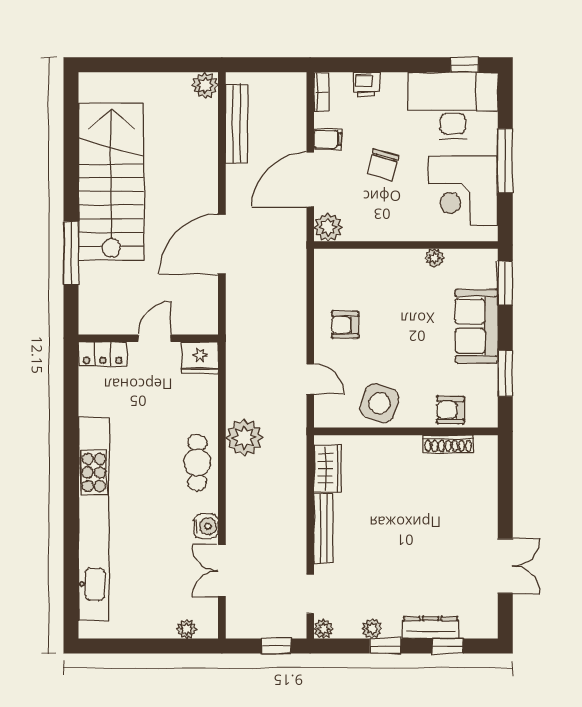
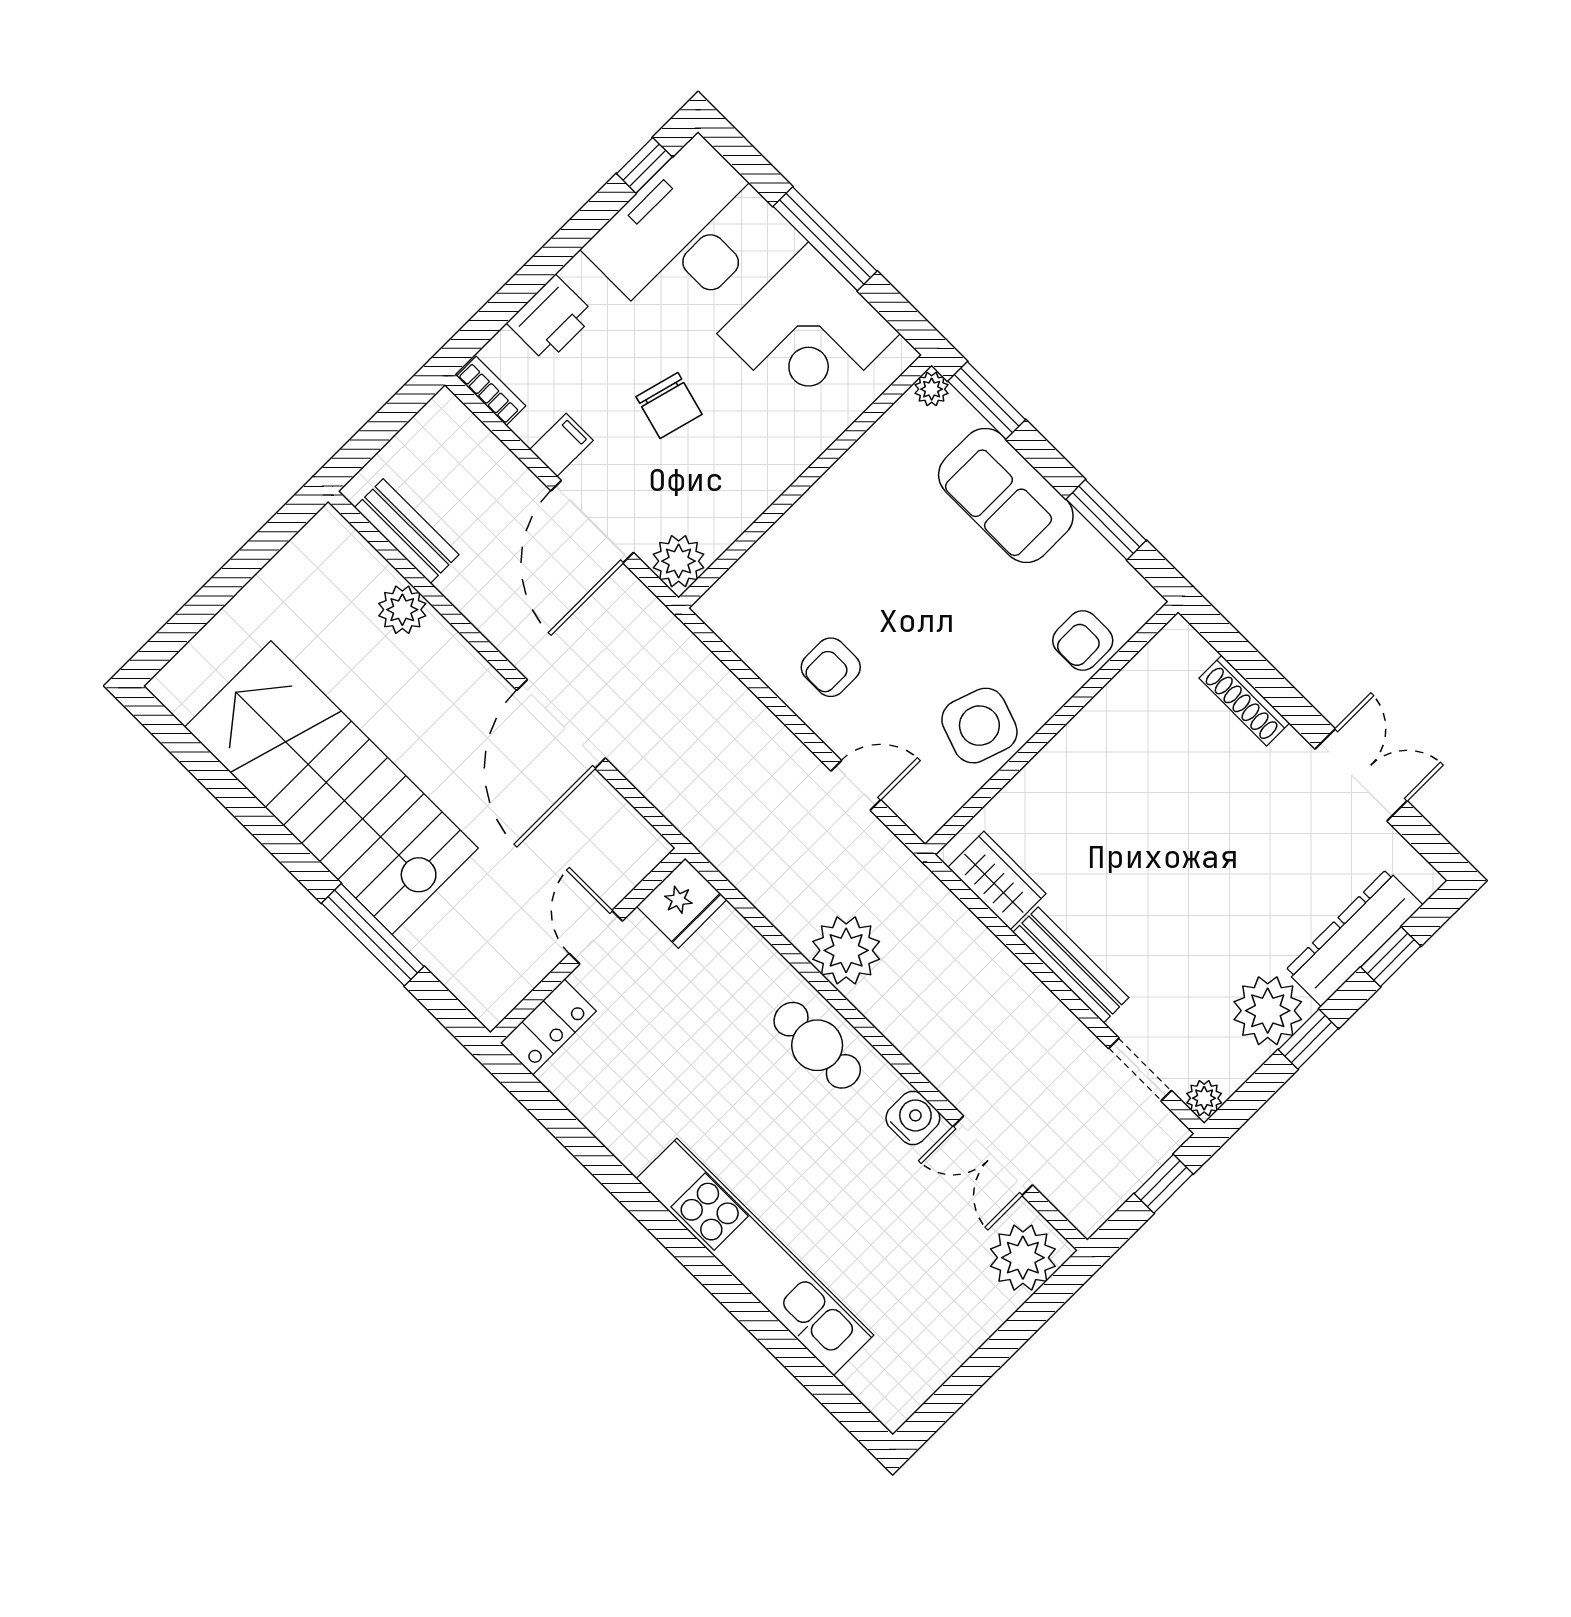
plant: (205, 85) -> (402, 610), moved
printer: (366, 85) -> (551, 319), width x1.36, depth x1.24
bench: (237, 124) -> (407, 531), width x0.73
plant: (434, 258) -> (932, 389), moved
shoe rack: (448, 444) -> (1244, 701), moved, turned 90
kitchen unit: (94, 519) -> (755, 1257), width x0.73
dresser: (431, 628) -> (1354, 938), width x1.37, depth x1.24
plant: (186, 629) -> (1023, 1258), width x1.88, depth x1.88
plant: (372, 629) -> (1268, 1011), width x1.88, depth x1.88

